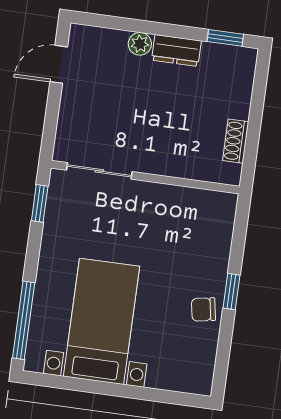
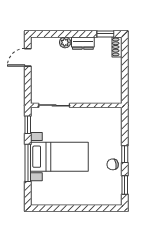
shoe rack: (236, 141) -> (117, 47), moved
window: (24, 320) -> (28, 163), moved
bed with nightstands: (102, 321) -> (59, 157), moved, turned 90
window: (223, 355) -> (125, 185), added

